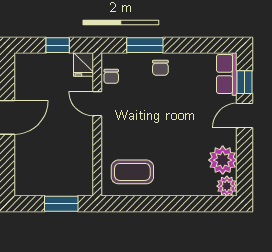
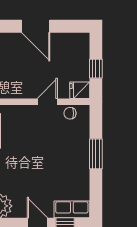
window: (145, 45) -> (96, 154), moved
chair: (160, 68) -> (77, 154), removed

